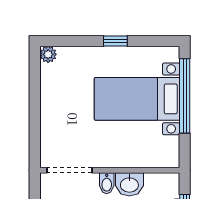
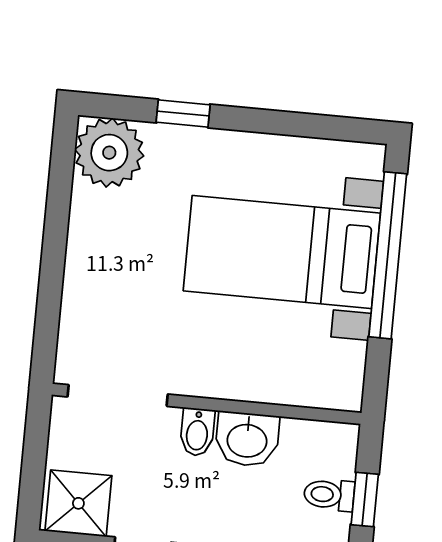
window: (115, 41) -> (183, 113), moved
plant: (48, 54) -> (109, 153), width x1.88, depth x1.88

